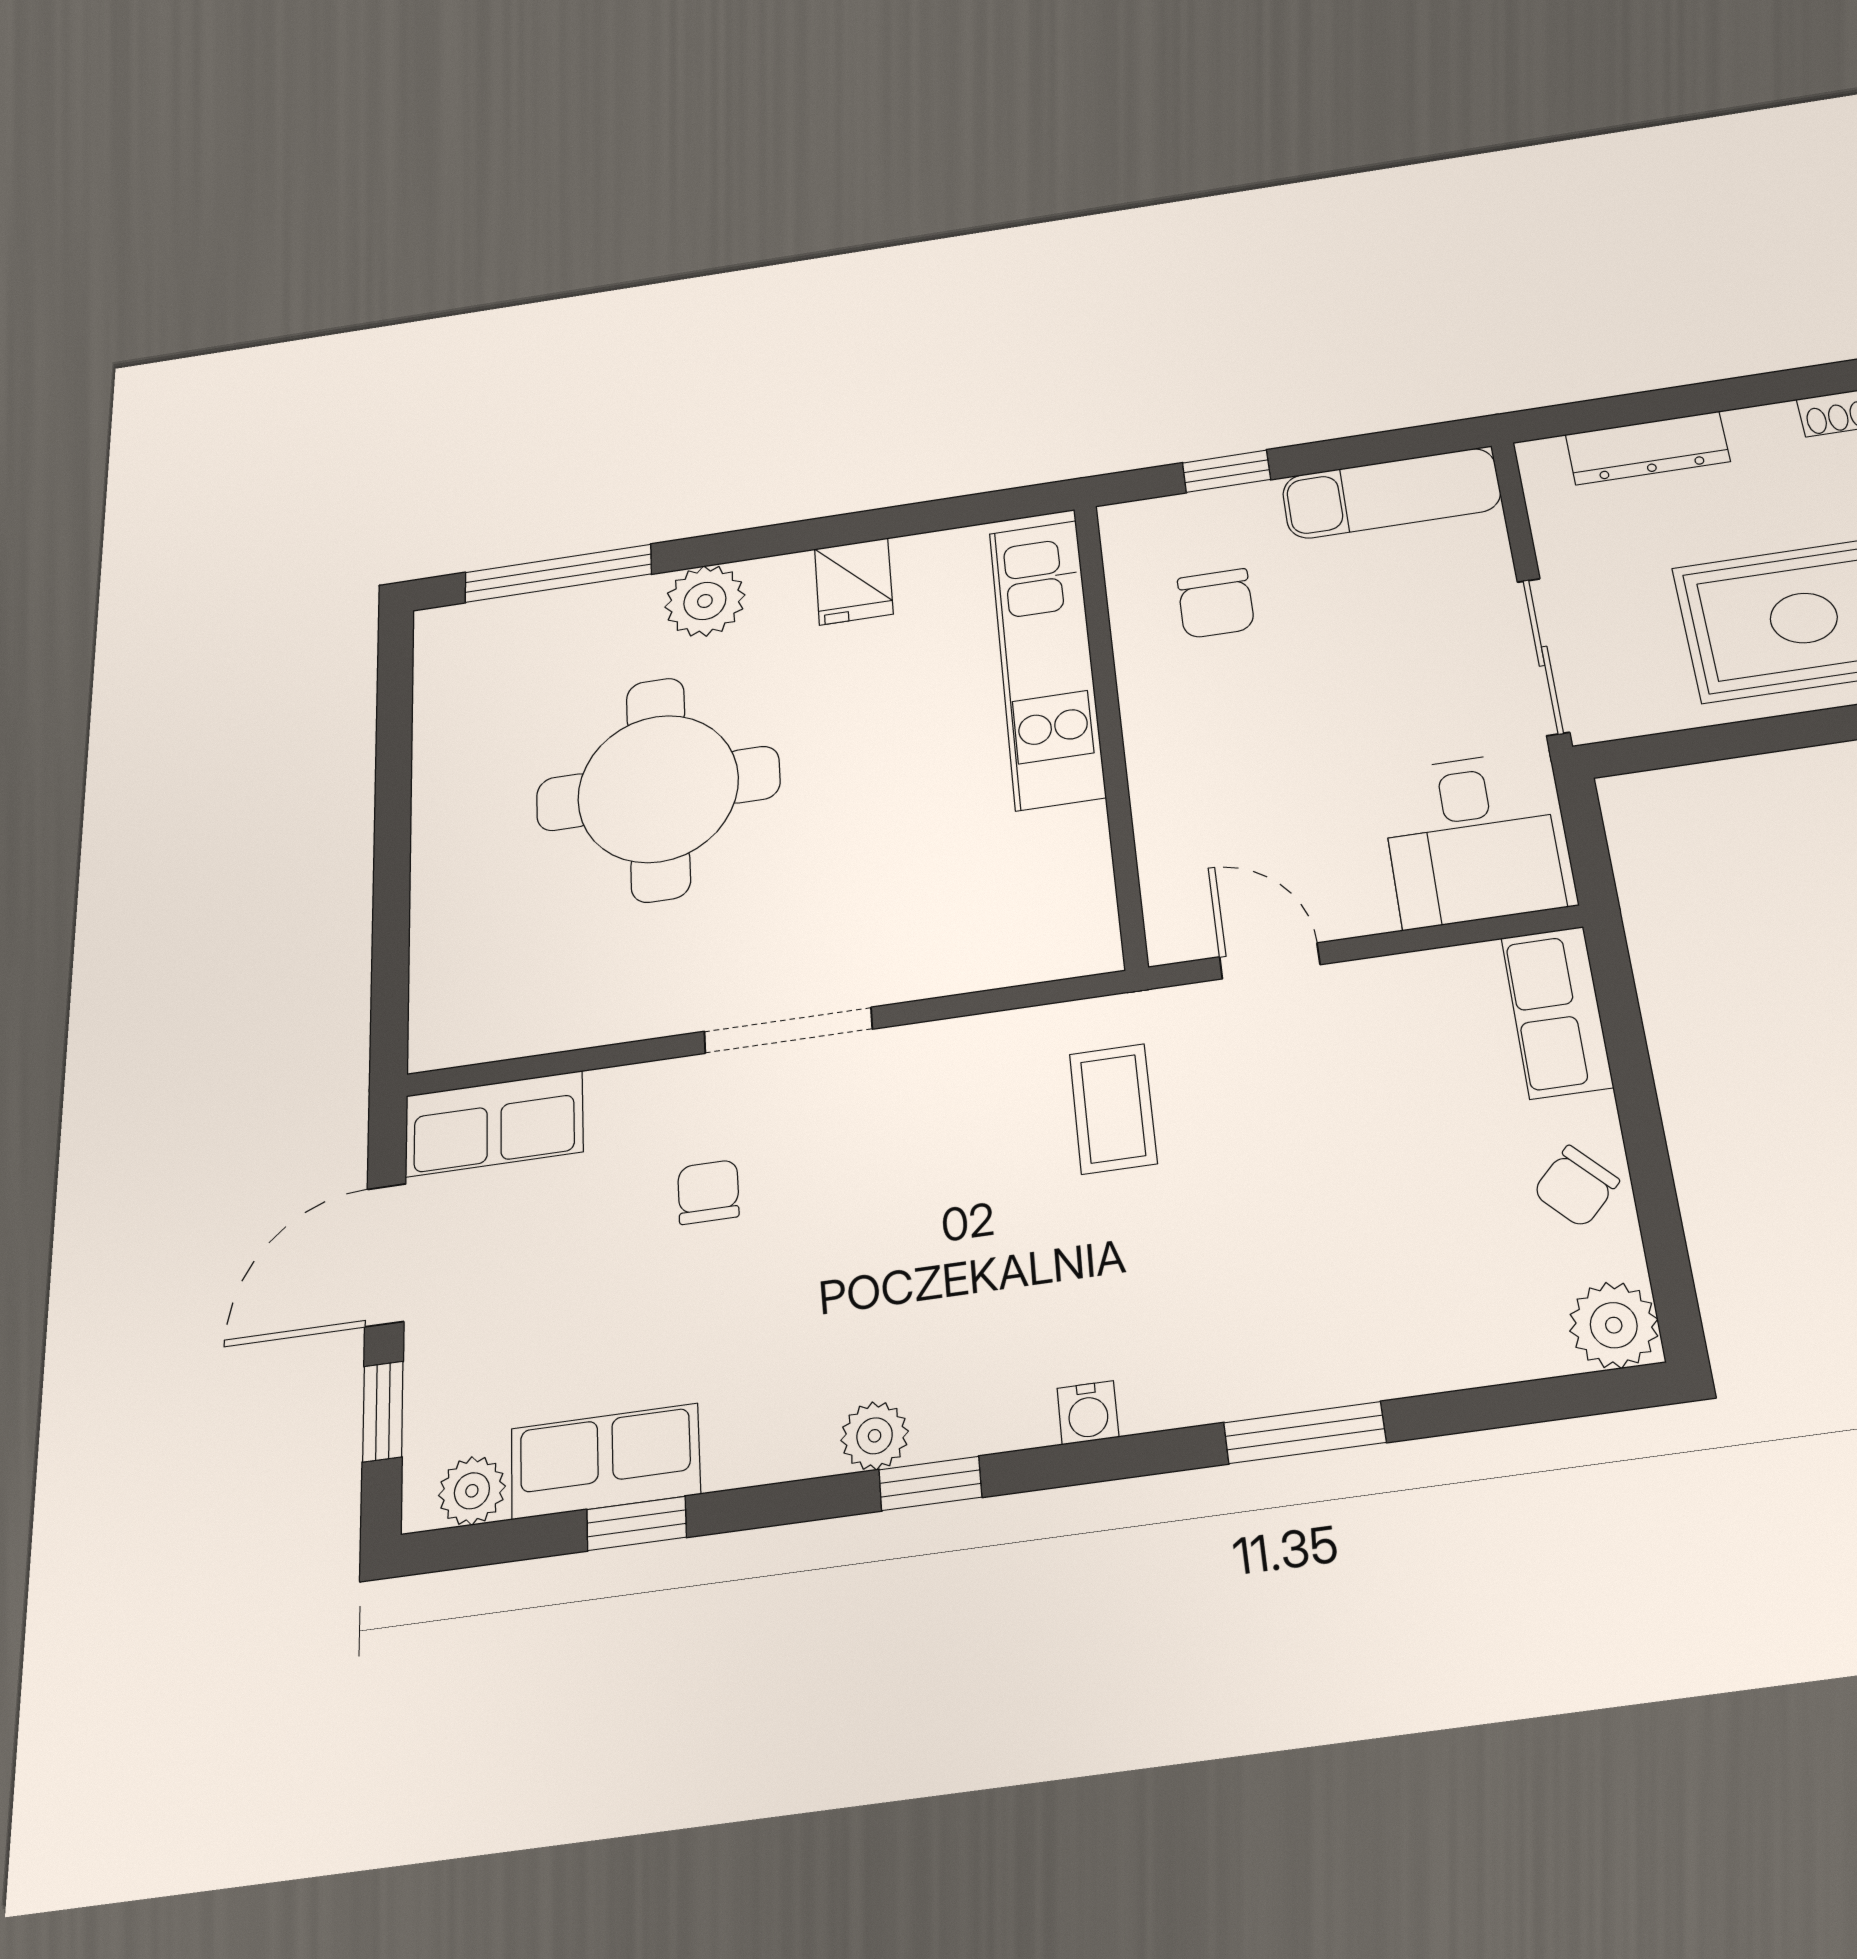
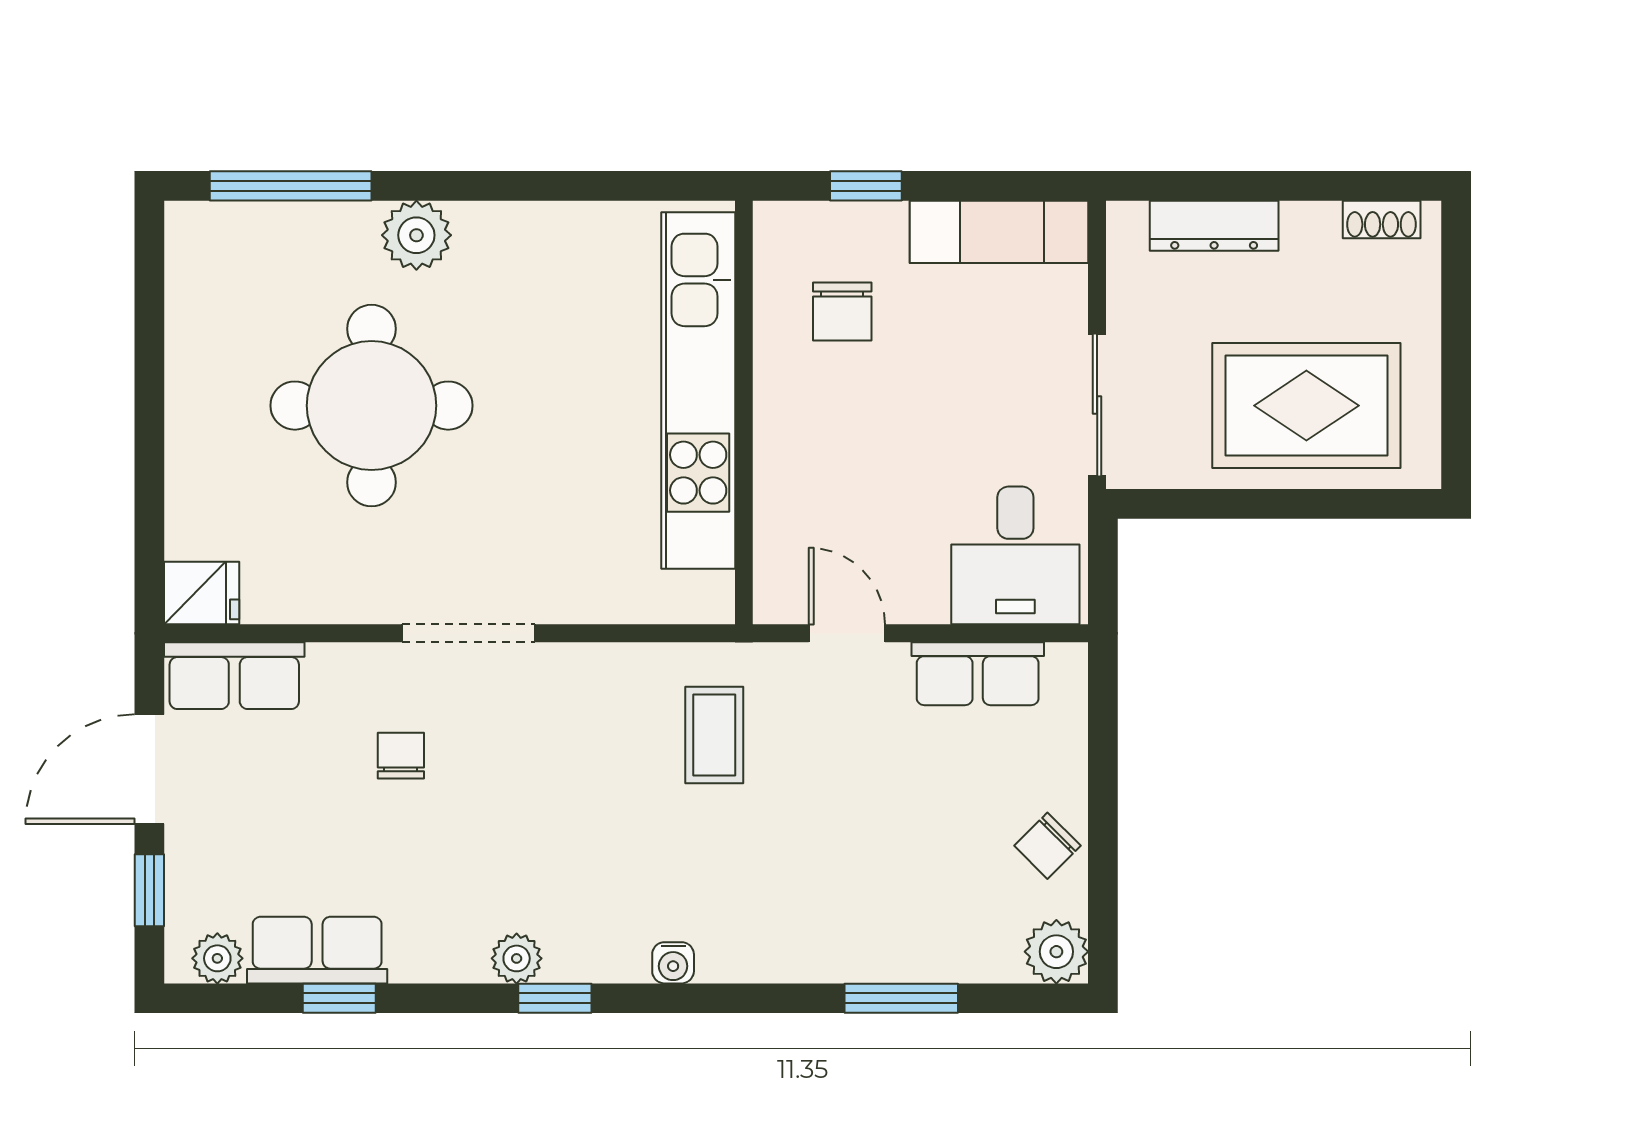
fridge: (854, 581) -> (202, 593), moved, turned -90
kitchen unit: (1046, 663) -> (698, 391), width x1.36
row of seats: (1557, 1012) -> (978, 674), moved, turned -90
window: (1305, 1433) -> (901, 998), moved

